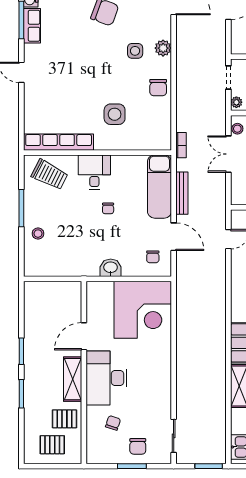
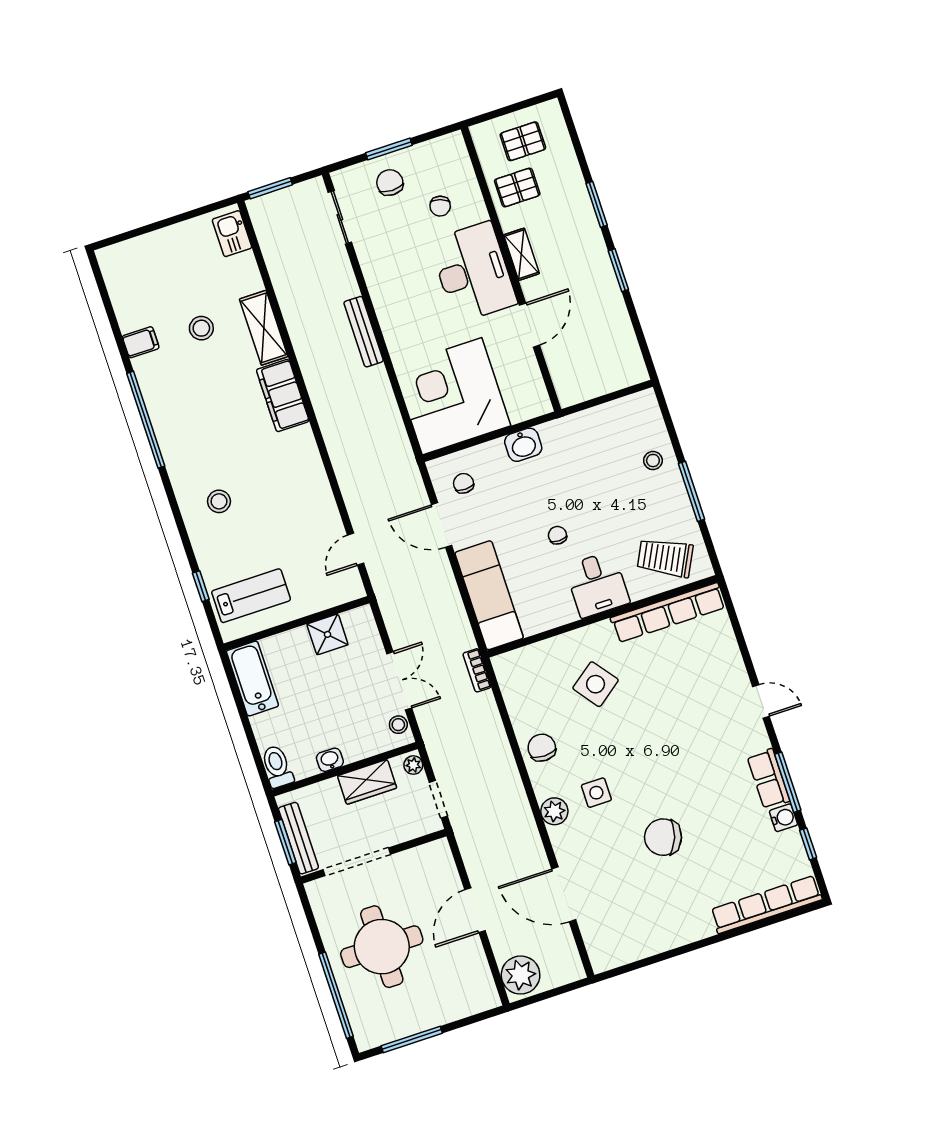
side table: (115, 114) -> (596, 684), turned -37
bench: (182, 193) -> (364, 332), moved
shelving: (73, 379) -> (521, 254), width x0.67, depth x0.75

